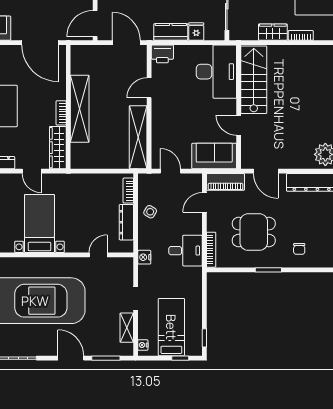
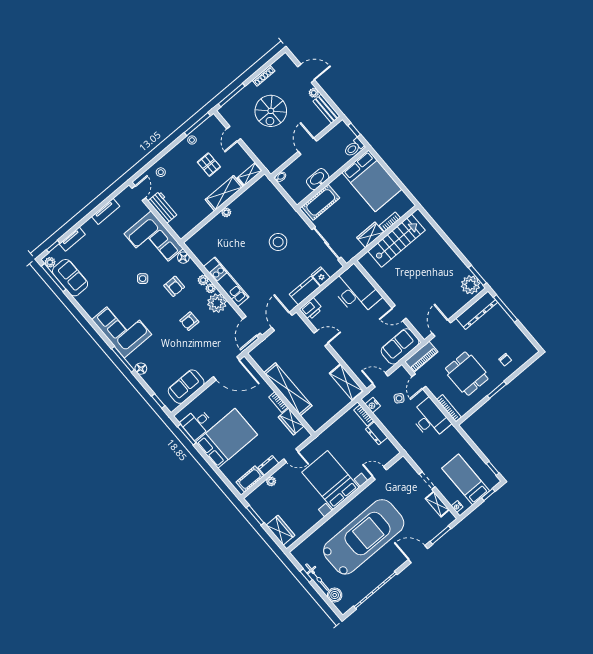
door: (126, 43) -> (282, 321), hinge flipped
stairs: (254, 80) -> (397, 241), moved, turned 90
door: (149, 88) -> (321, 338), swing flipped
shelving: (138, 137) -> (346, 382), width x0.68
wardrobe: (58, 148) -> (291, 422), width x0.67
door: (266, 171) -> (441, 328), swing flipped
side table: (150, 212) -> (399, 398), moved
dresser: (126, 222) -> (377, 433), width x0.70
bed with nightstands: (39, 224) -> (330, 480), width x1.36
dining table: (254, 232) -> (467, 374), turned 90
desk: (185, 251) -> (430, 419), width x1.37
door: (98, 255) -> (379, 473), hinge flipped
nightstand: (144, 257) -> (373, 405), moved

